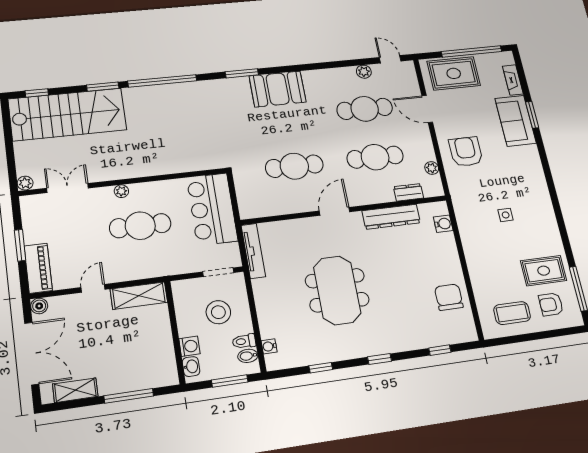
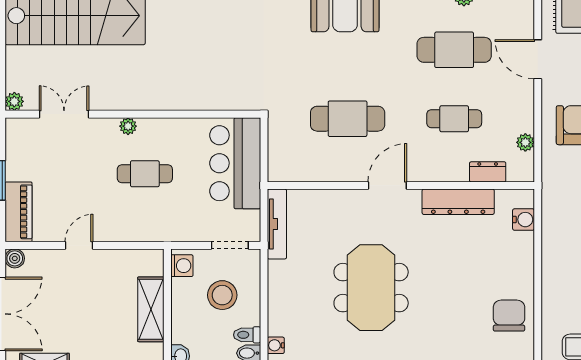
cafe table: (375, 157) -> (454, 119), width x0.73, depth x0.74
cafe table: (140, 226) -> (145, 174), width x0.73, depth x0.74
shelving: (139, 296) -> (151, 309), moved, turned 90
washing machine: (189, 346) -> (182, 266), moved

